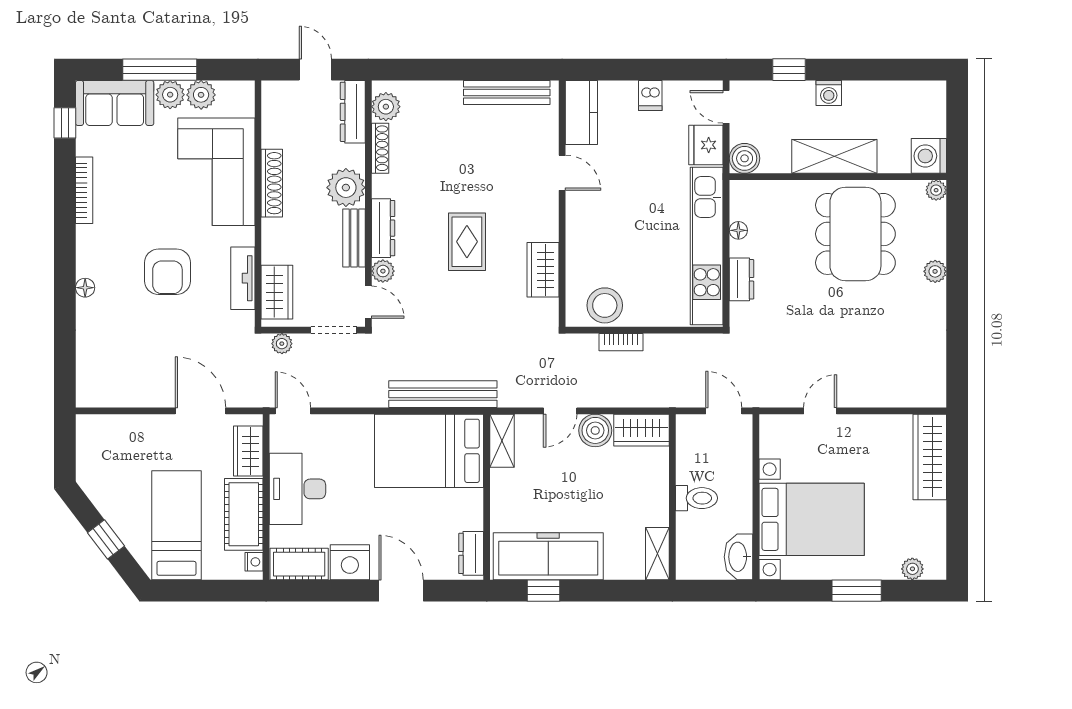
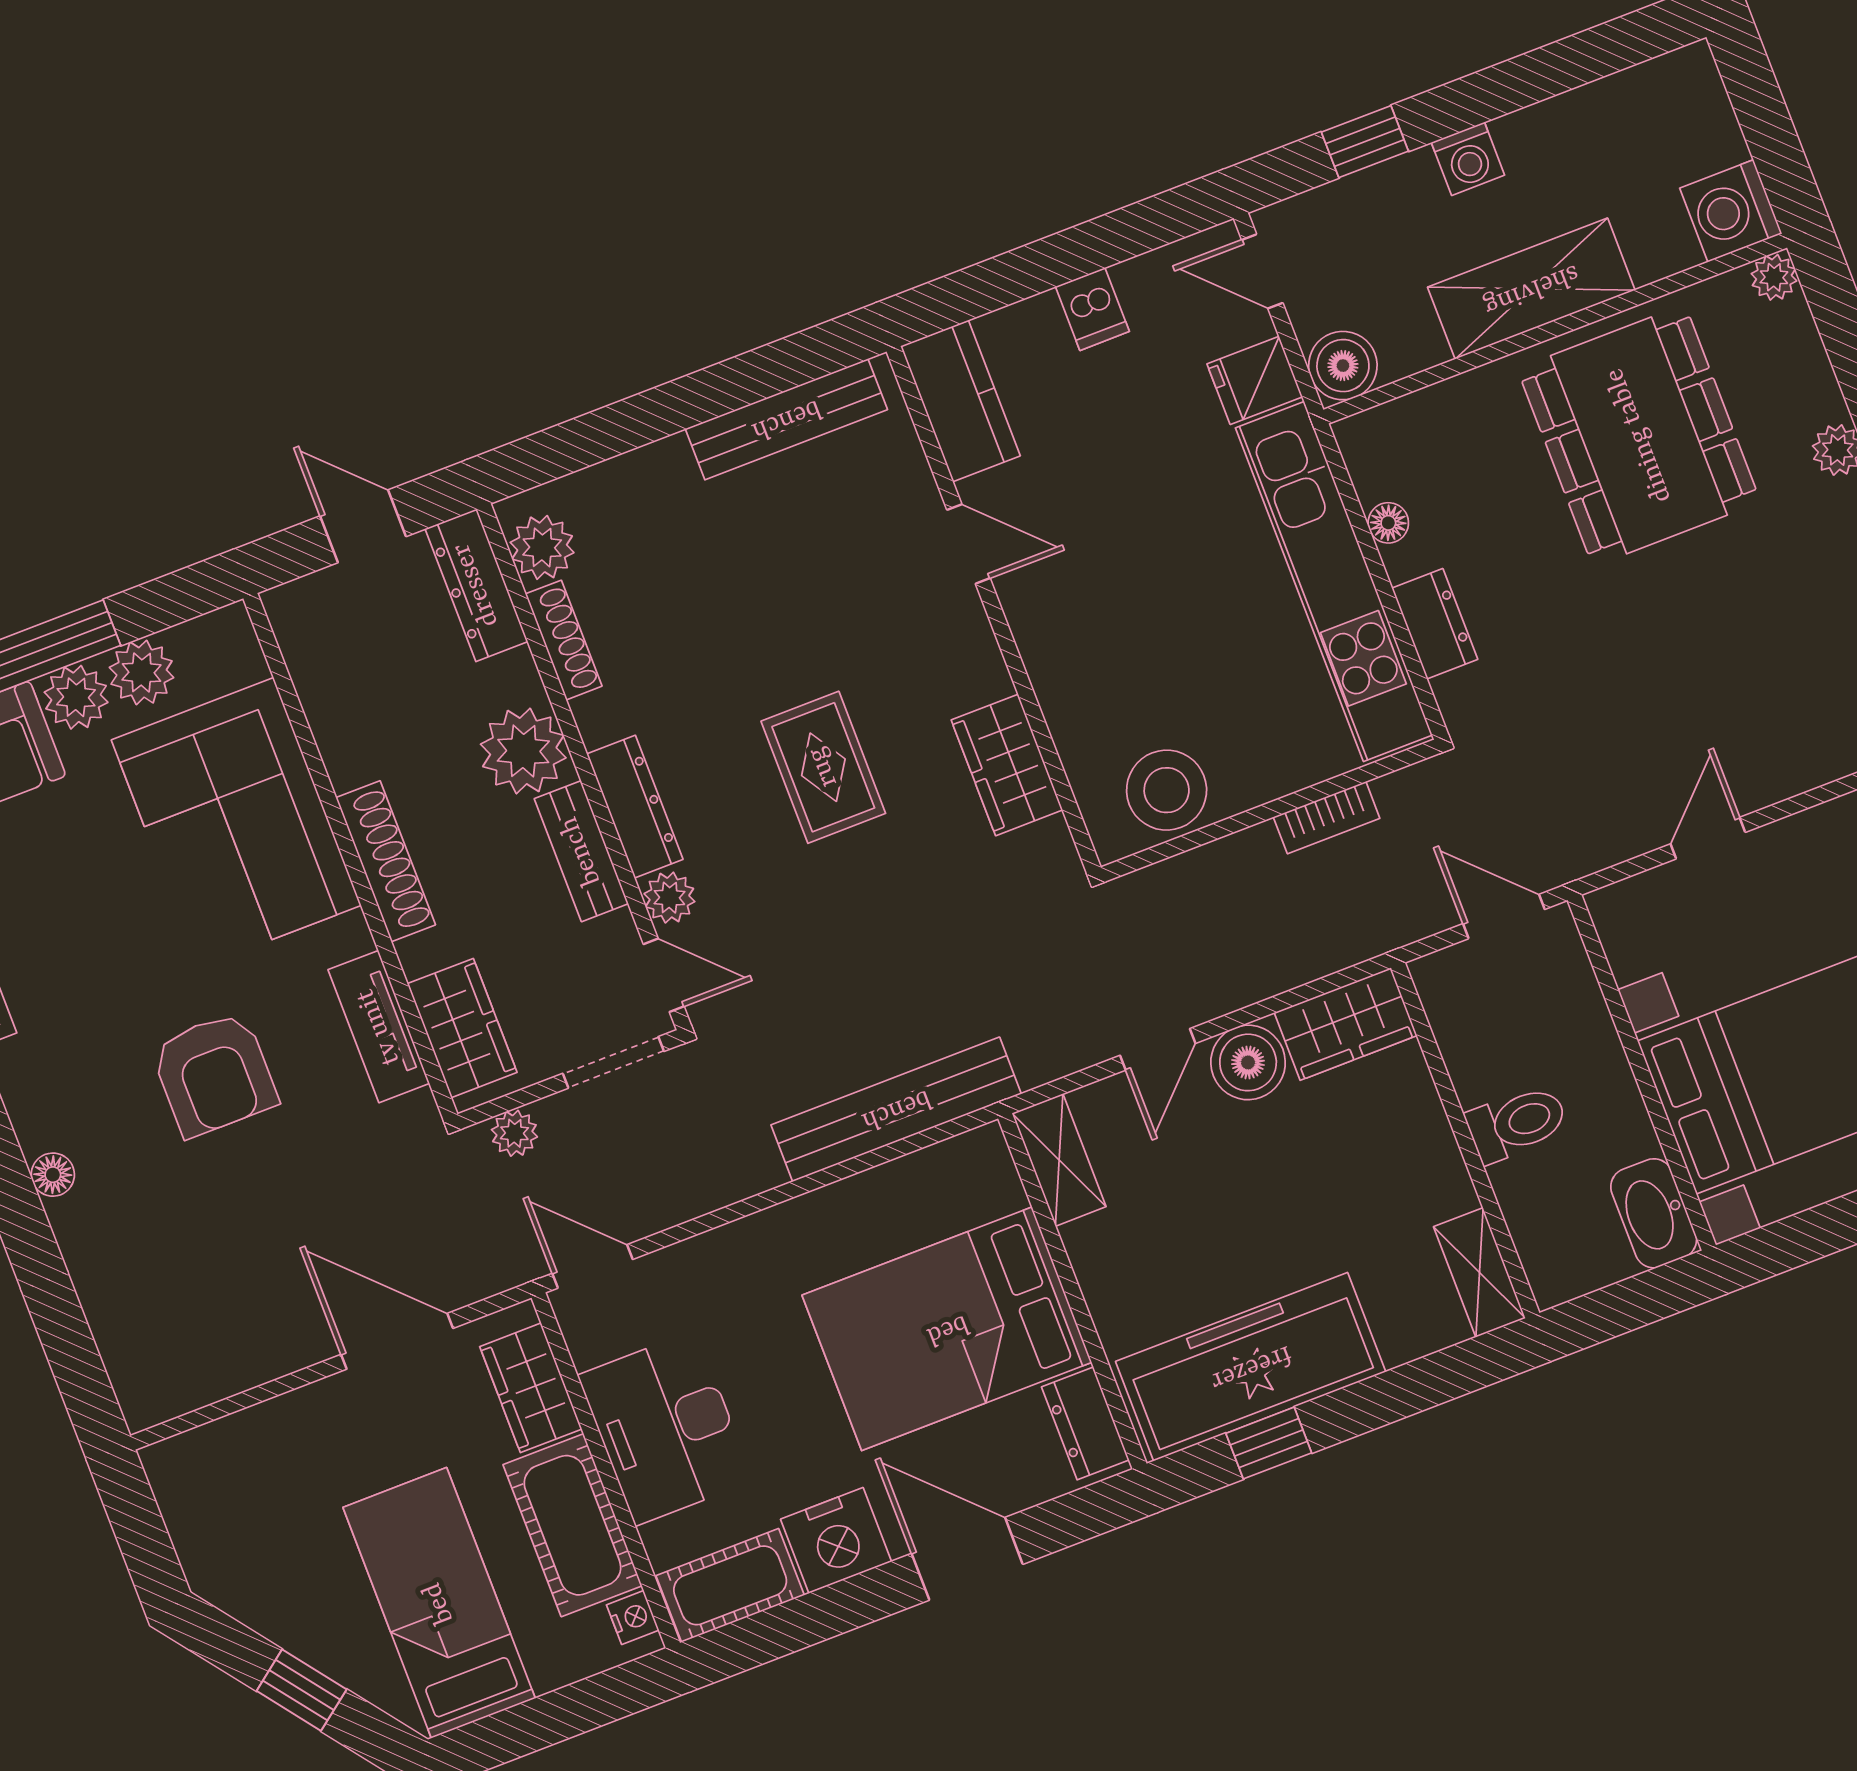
fridge: (706, 145) -> (1255, 380), width x0.72
shoe rack: (272, 183) -> (386, 861), moved
bookcase: (621, 342) -> (1327, 818), moved
bed: (429, 451) -> (947, 1329), moved

